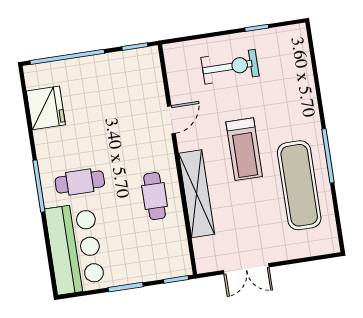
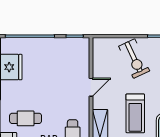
exercise bike: (230, 67) -> (134, 59), turned 65

